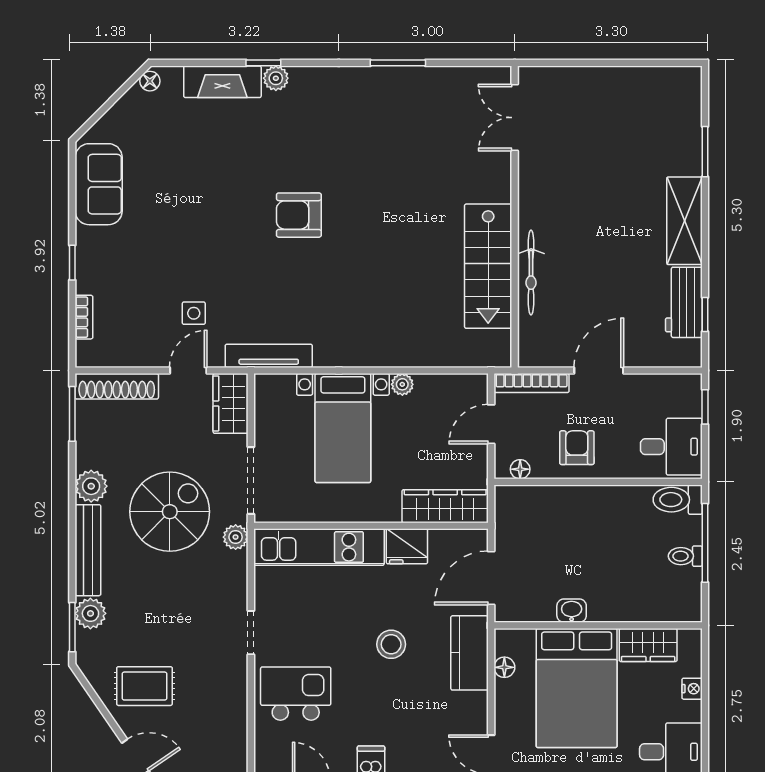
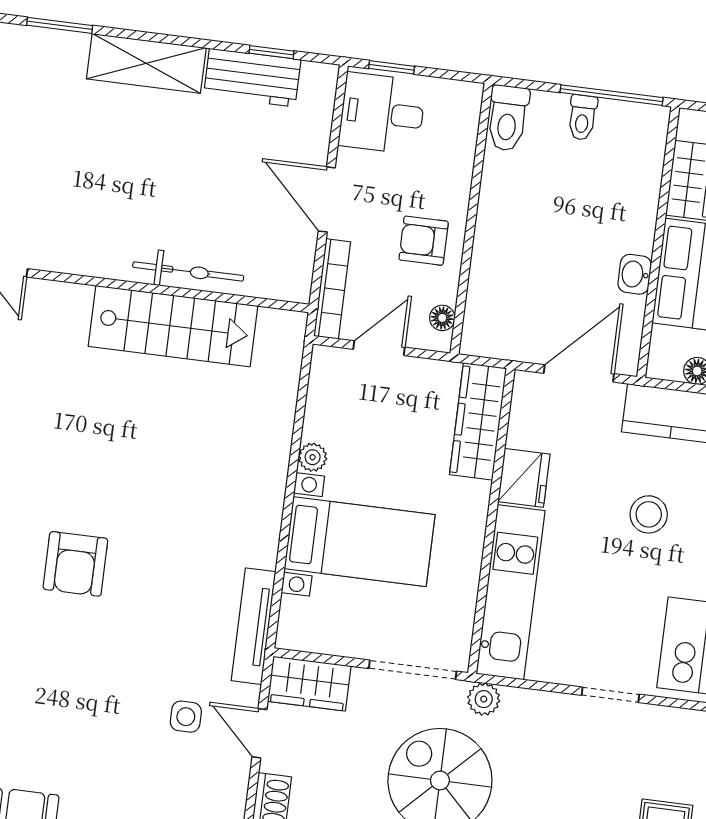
door: (491, 424) -> (379, 348), swing flipped
desk: (671, 447) -> (382, 113), moved, turned -90
window: (705, 543) -> (612, 95), moved
door: (491, 578) -> (579, 373), swing flipped

